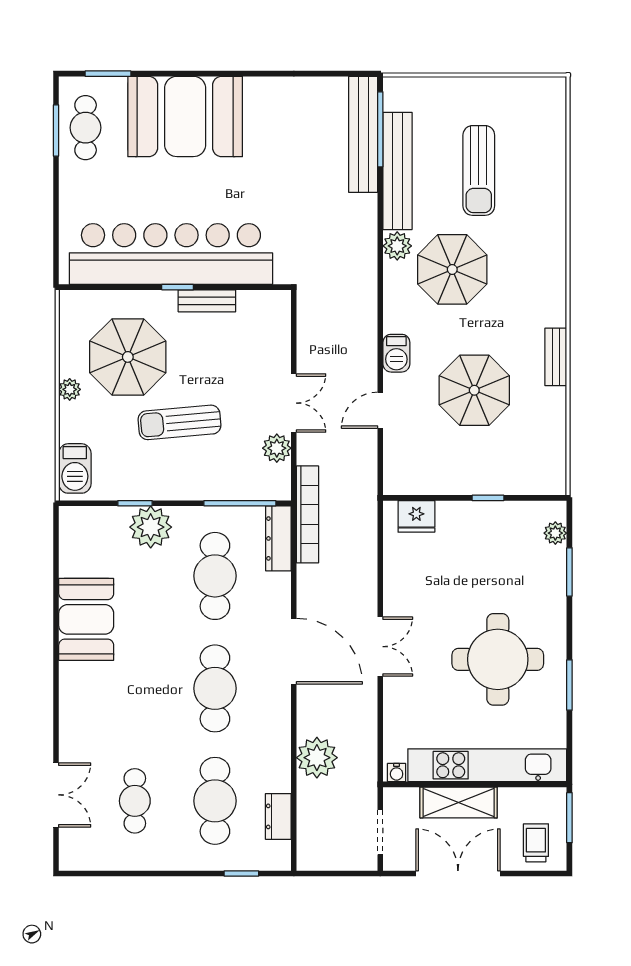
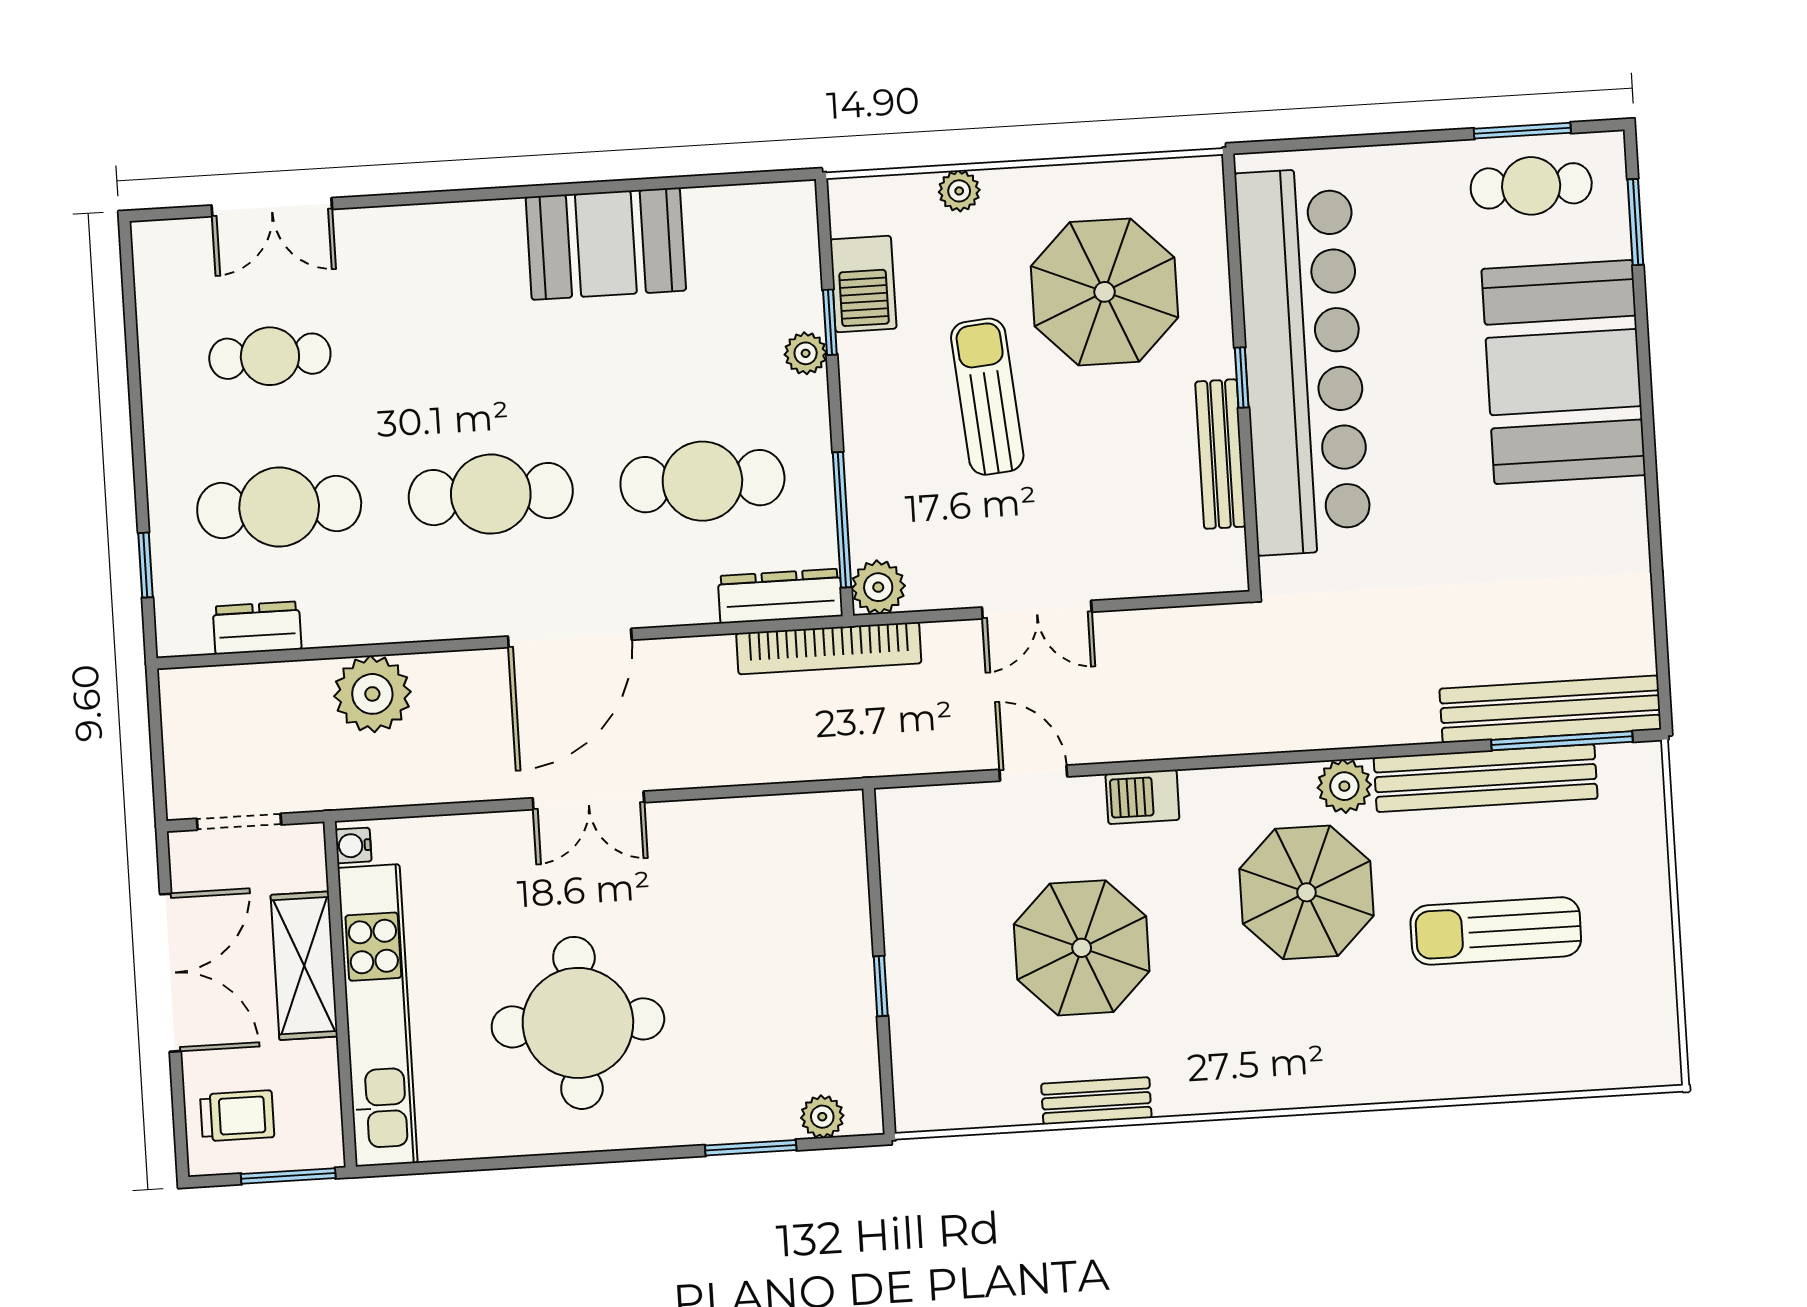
bench: (207, 301) -> (1220, 454), width x1.36
bench: (556, 357) -> (1096, 1101), moved
plant: (70, 389) -> (959, 191), moved
plant: (277, 448) -> (878, 587), moved
barbecue: (75, 468) -> (863, 284), moved, turned -90
fridge: (416, 516) -> (838, 853), removed
plant: (151, 527) -> (806, 353), width x0.53, depth x0.53
window: (569, 685) -> (538, 1161), removed

